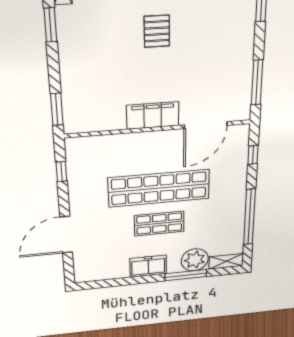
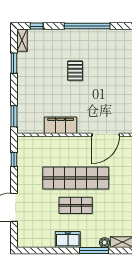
filing cabinet: (153, 115) -> (61, 125), moved
plant: (195, 260) -> (105, 243), width x0.53, depth x0.53

